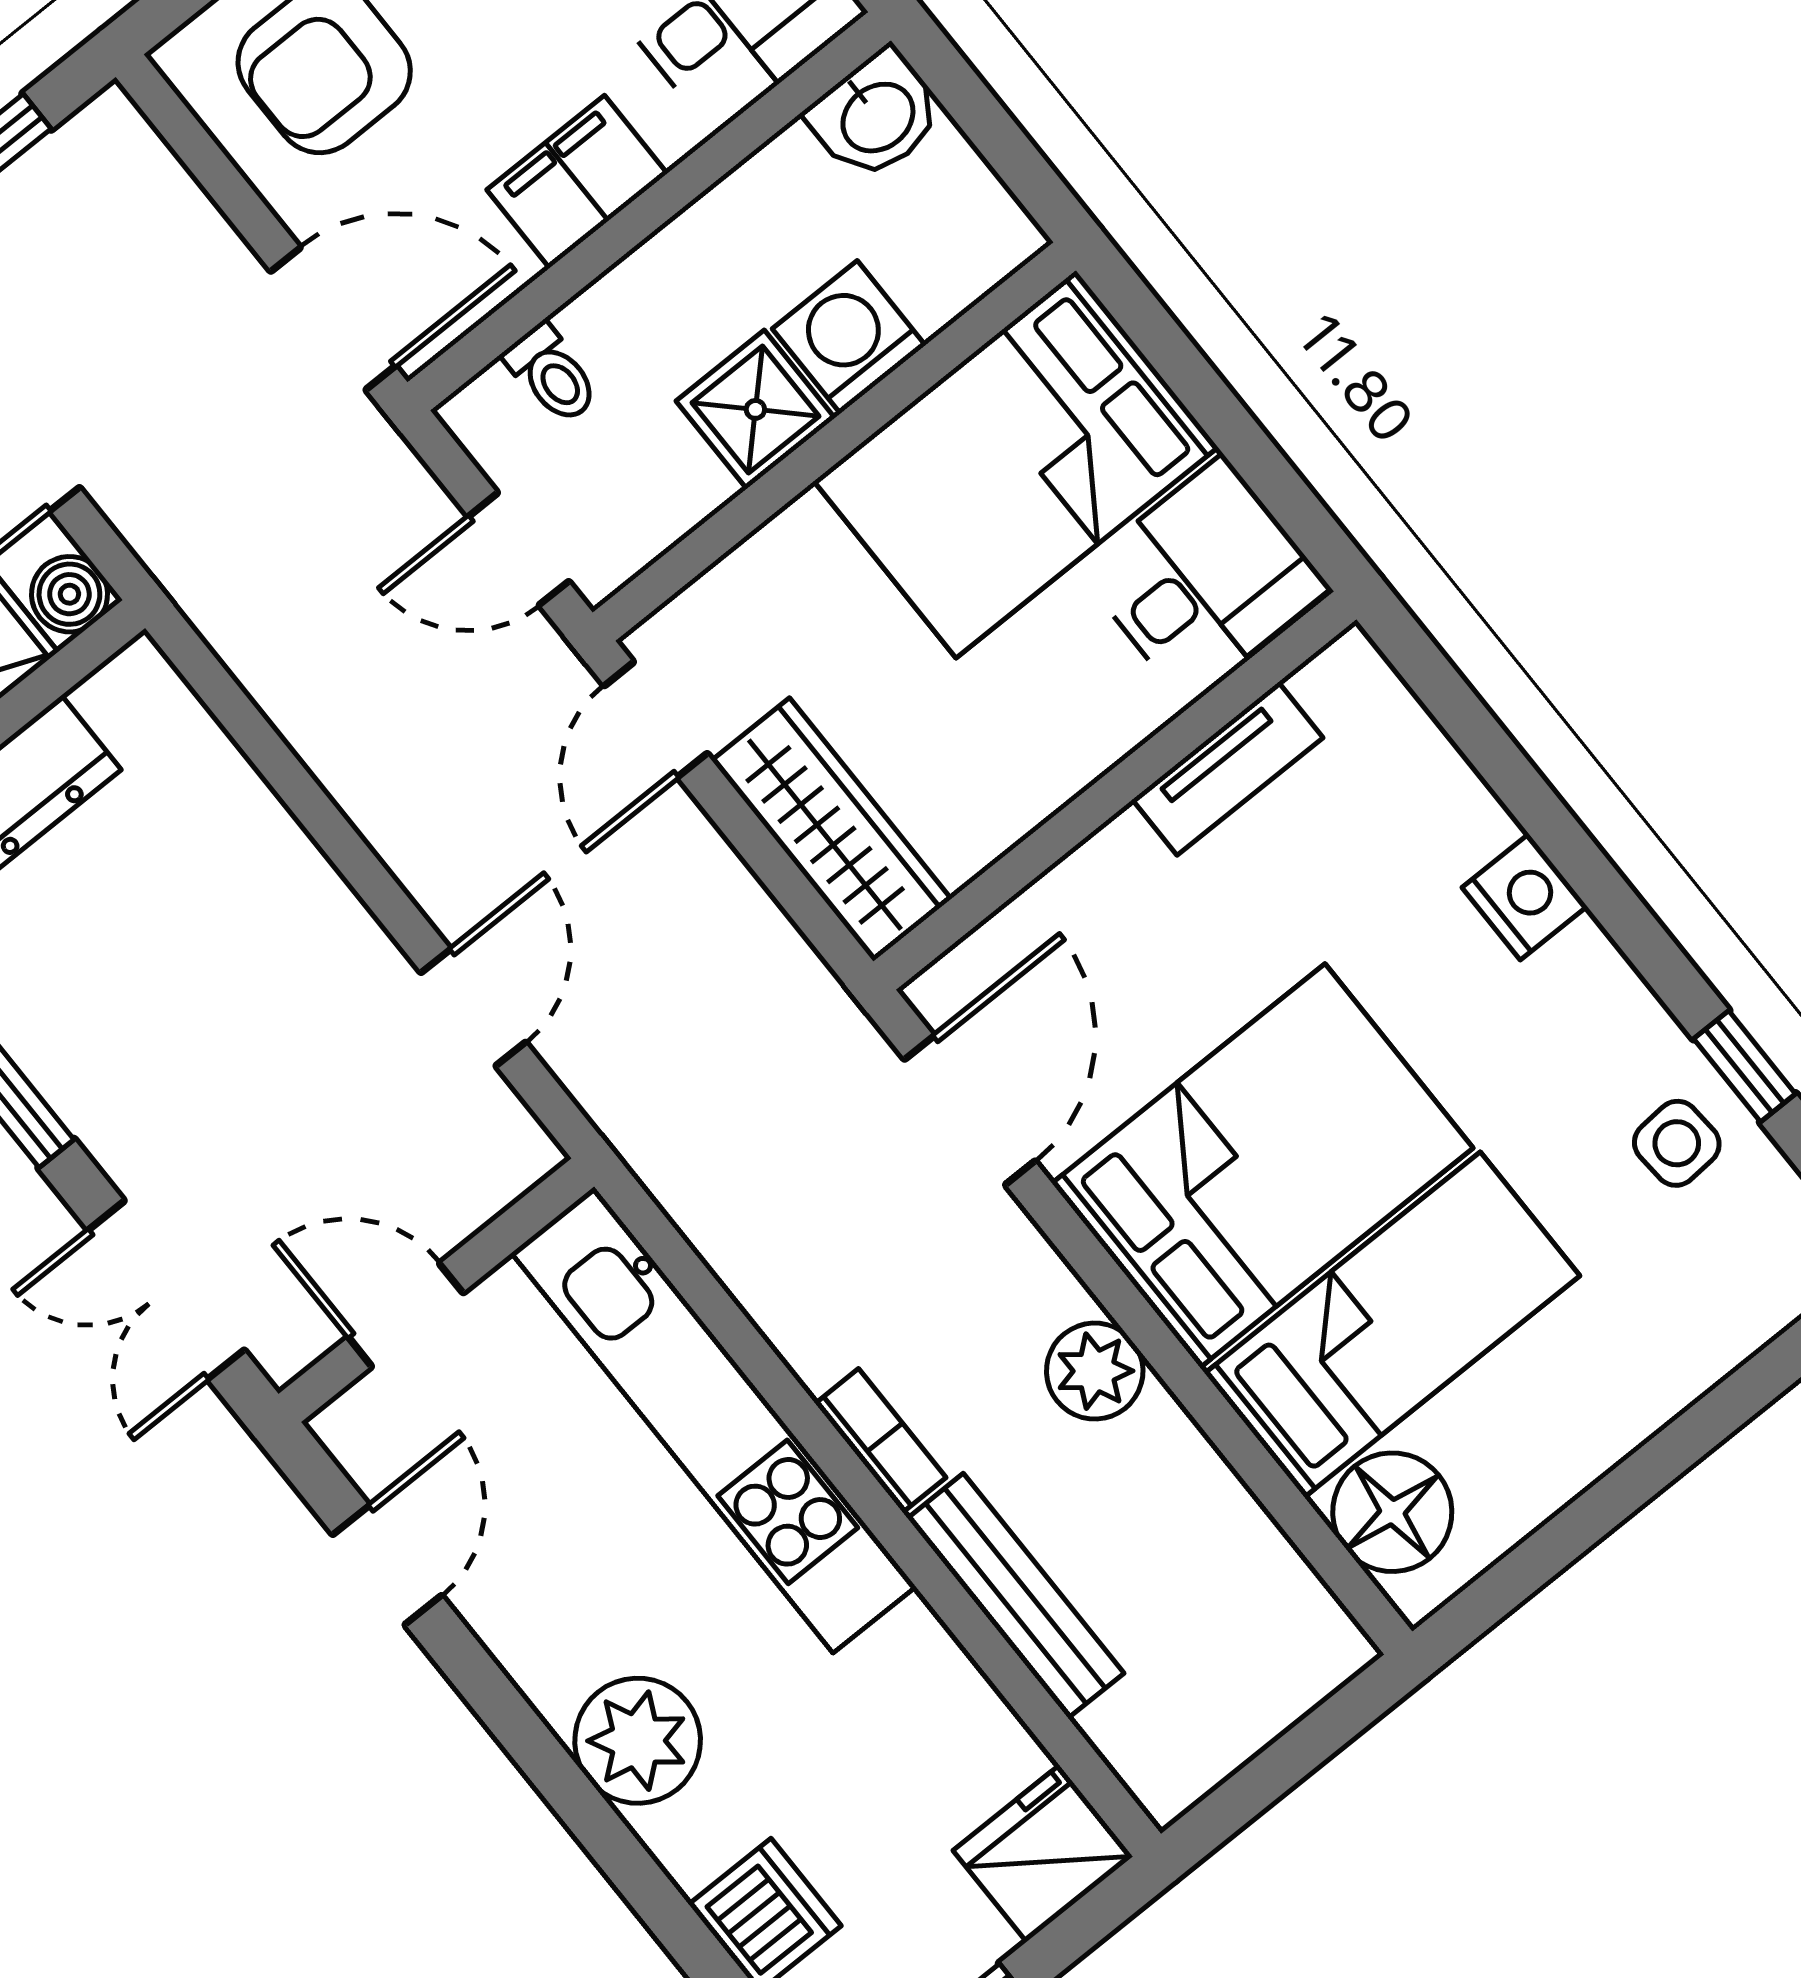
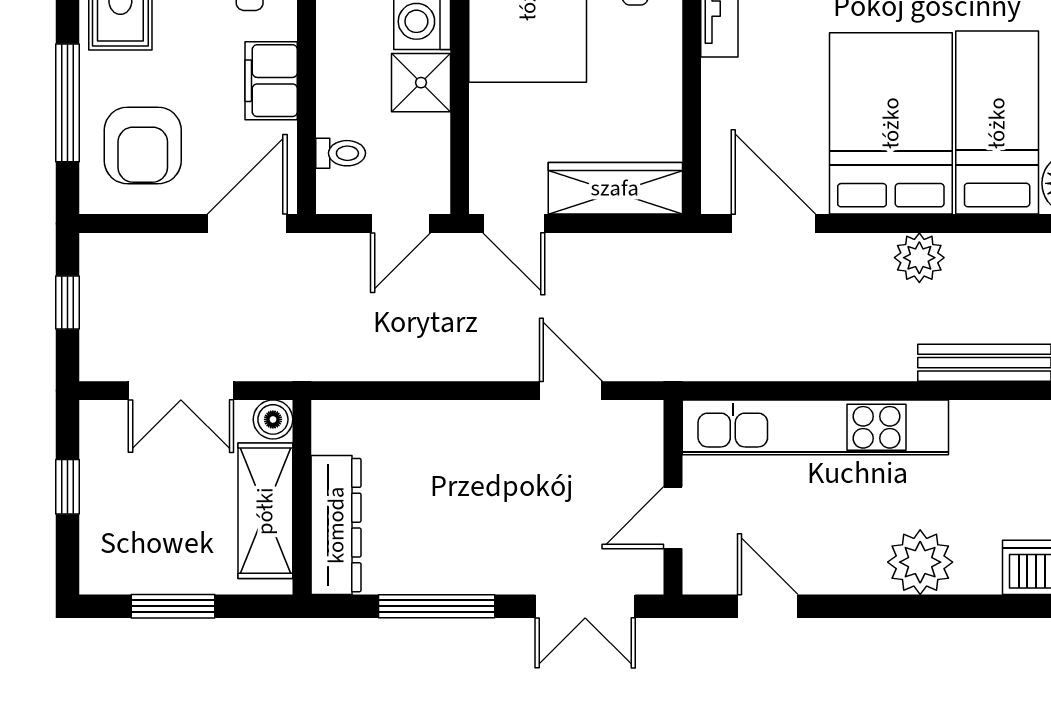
bookcase: (880, 1441) -> (878, 367), removed

